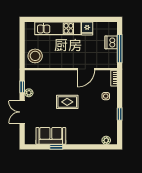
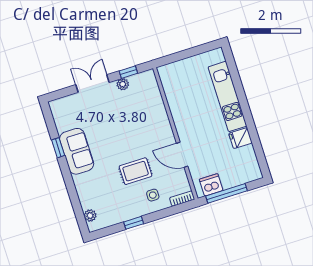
dishwasher: (111, 42) -> (211, 185), moved
stool: (35, 56) -> (178, 77), removed
rug: (67, 102) -> (136, 171), moved, turned 90
sofa: (51, 136) -> (77, 151), moved

